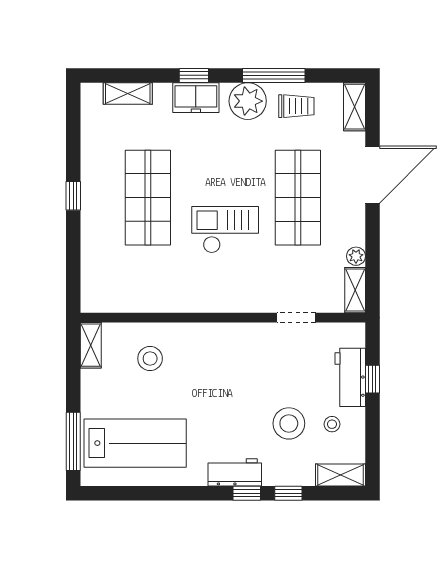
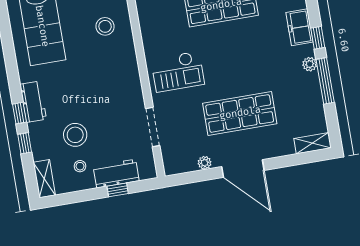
window: (194, 75) -> (318, 38), moved
plant: (248, 101) -> (310, 64), width x0.53, depth x0.53
trolley: (296, 106) -> (306, 101), removed
door: (372, 175) -> (243, 168), moved
checkout: (225, 230) -> (178, 72), moved, turned 90
shelving: (355, 290) -> (180, 166), removed
doorway: (296, 318) -> (153, 127), width x1.38

